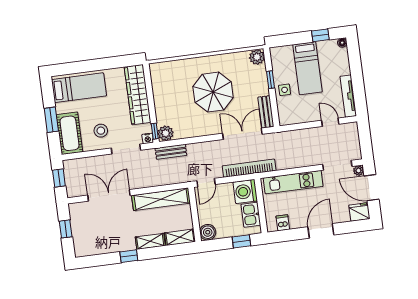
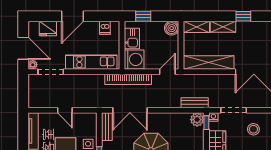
door: (330, 122) -> (65, 110), moved
fridge: (359, 212) -> (48, 28), moved

